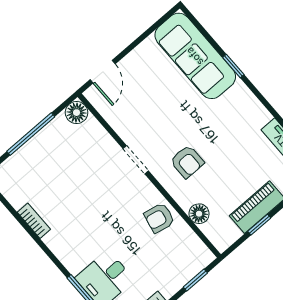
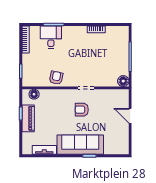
sofa: (195, 56) -> (80, 145), moved
door: (103, 72) -> (130, 116), moved
armchair: (187, 162) -> (82, 110), moved
floor lamp: (199, 214) -> (34, 94), moved

